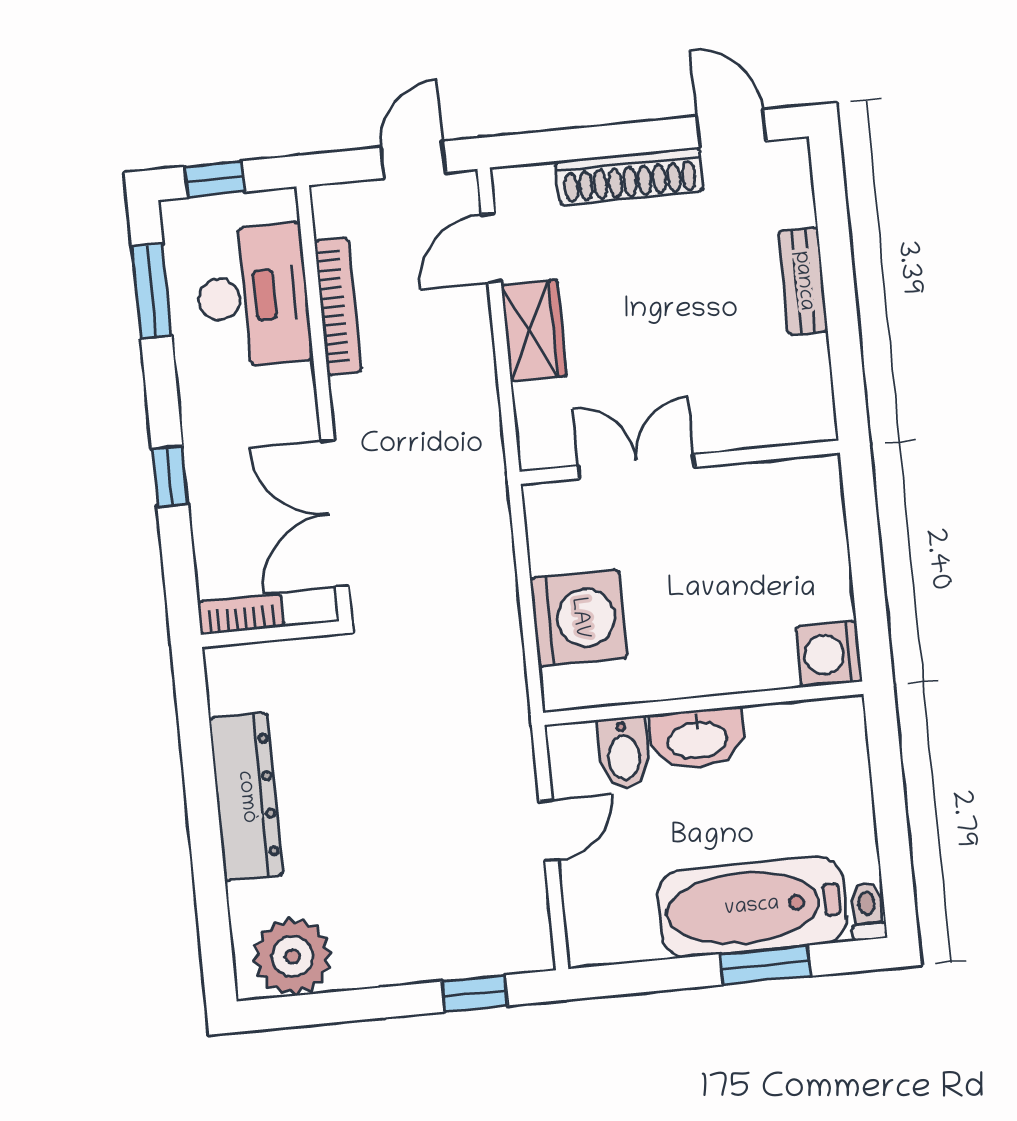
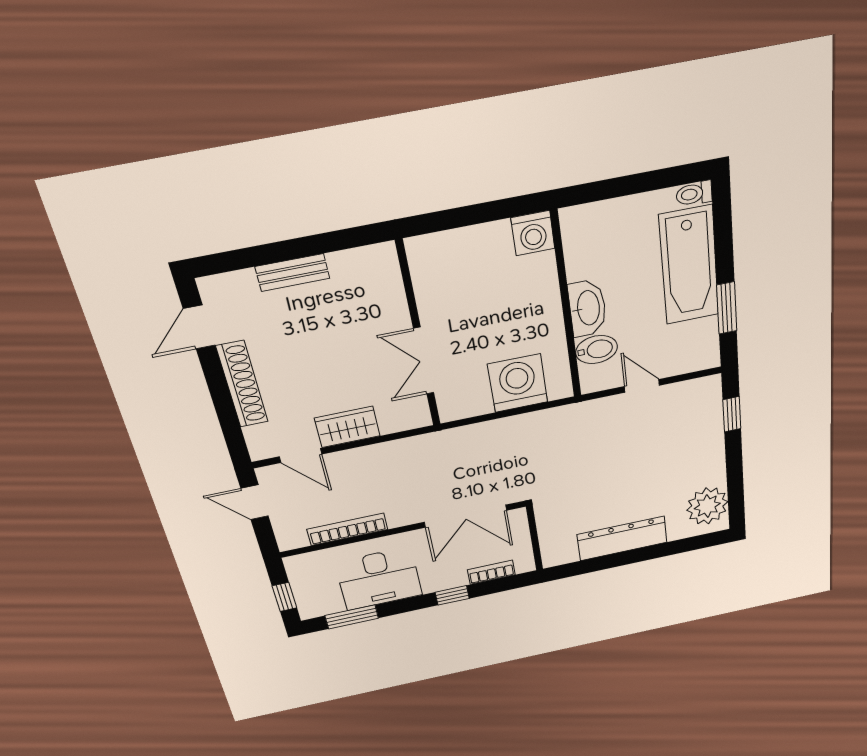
desk: (253, 296) -> (379, 579), moved, turned 180
bookcase: (241, 614) -> (491, 572), moved, turned 90
window: (765, 965) -> (727, 308), moved

